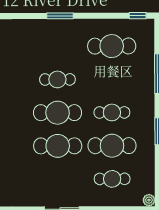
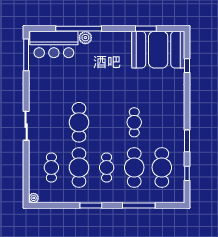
window: (60, 16) -> (187, 141), moved
window: (138, 16) -> (187, 173), moved
cafe table: (58, 113) -> (134, 167), moved

